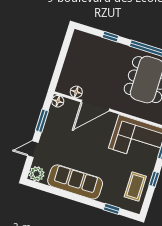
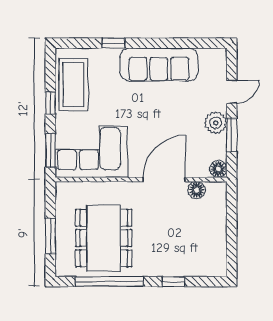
plant: (37, 174) -> (216, 123), moved
coffee table: (135, 186) -> (73, 85), width x1.36, depth x1.32
window: (112, 209) -> (114, 43), moved

